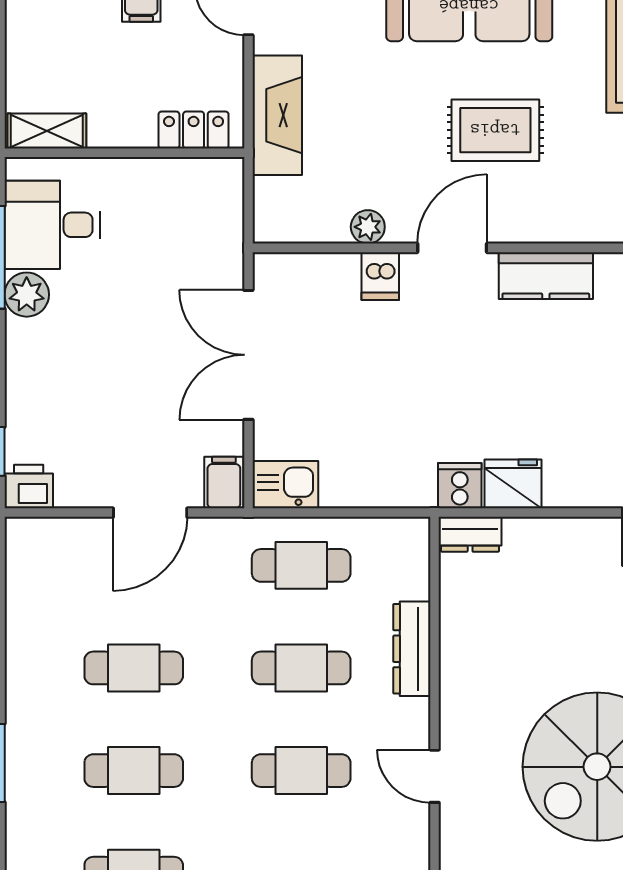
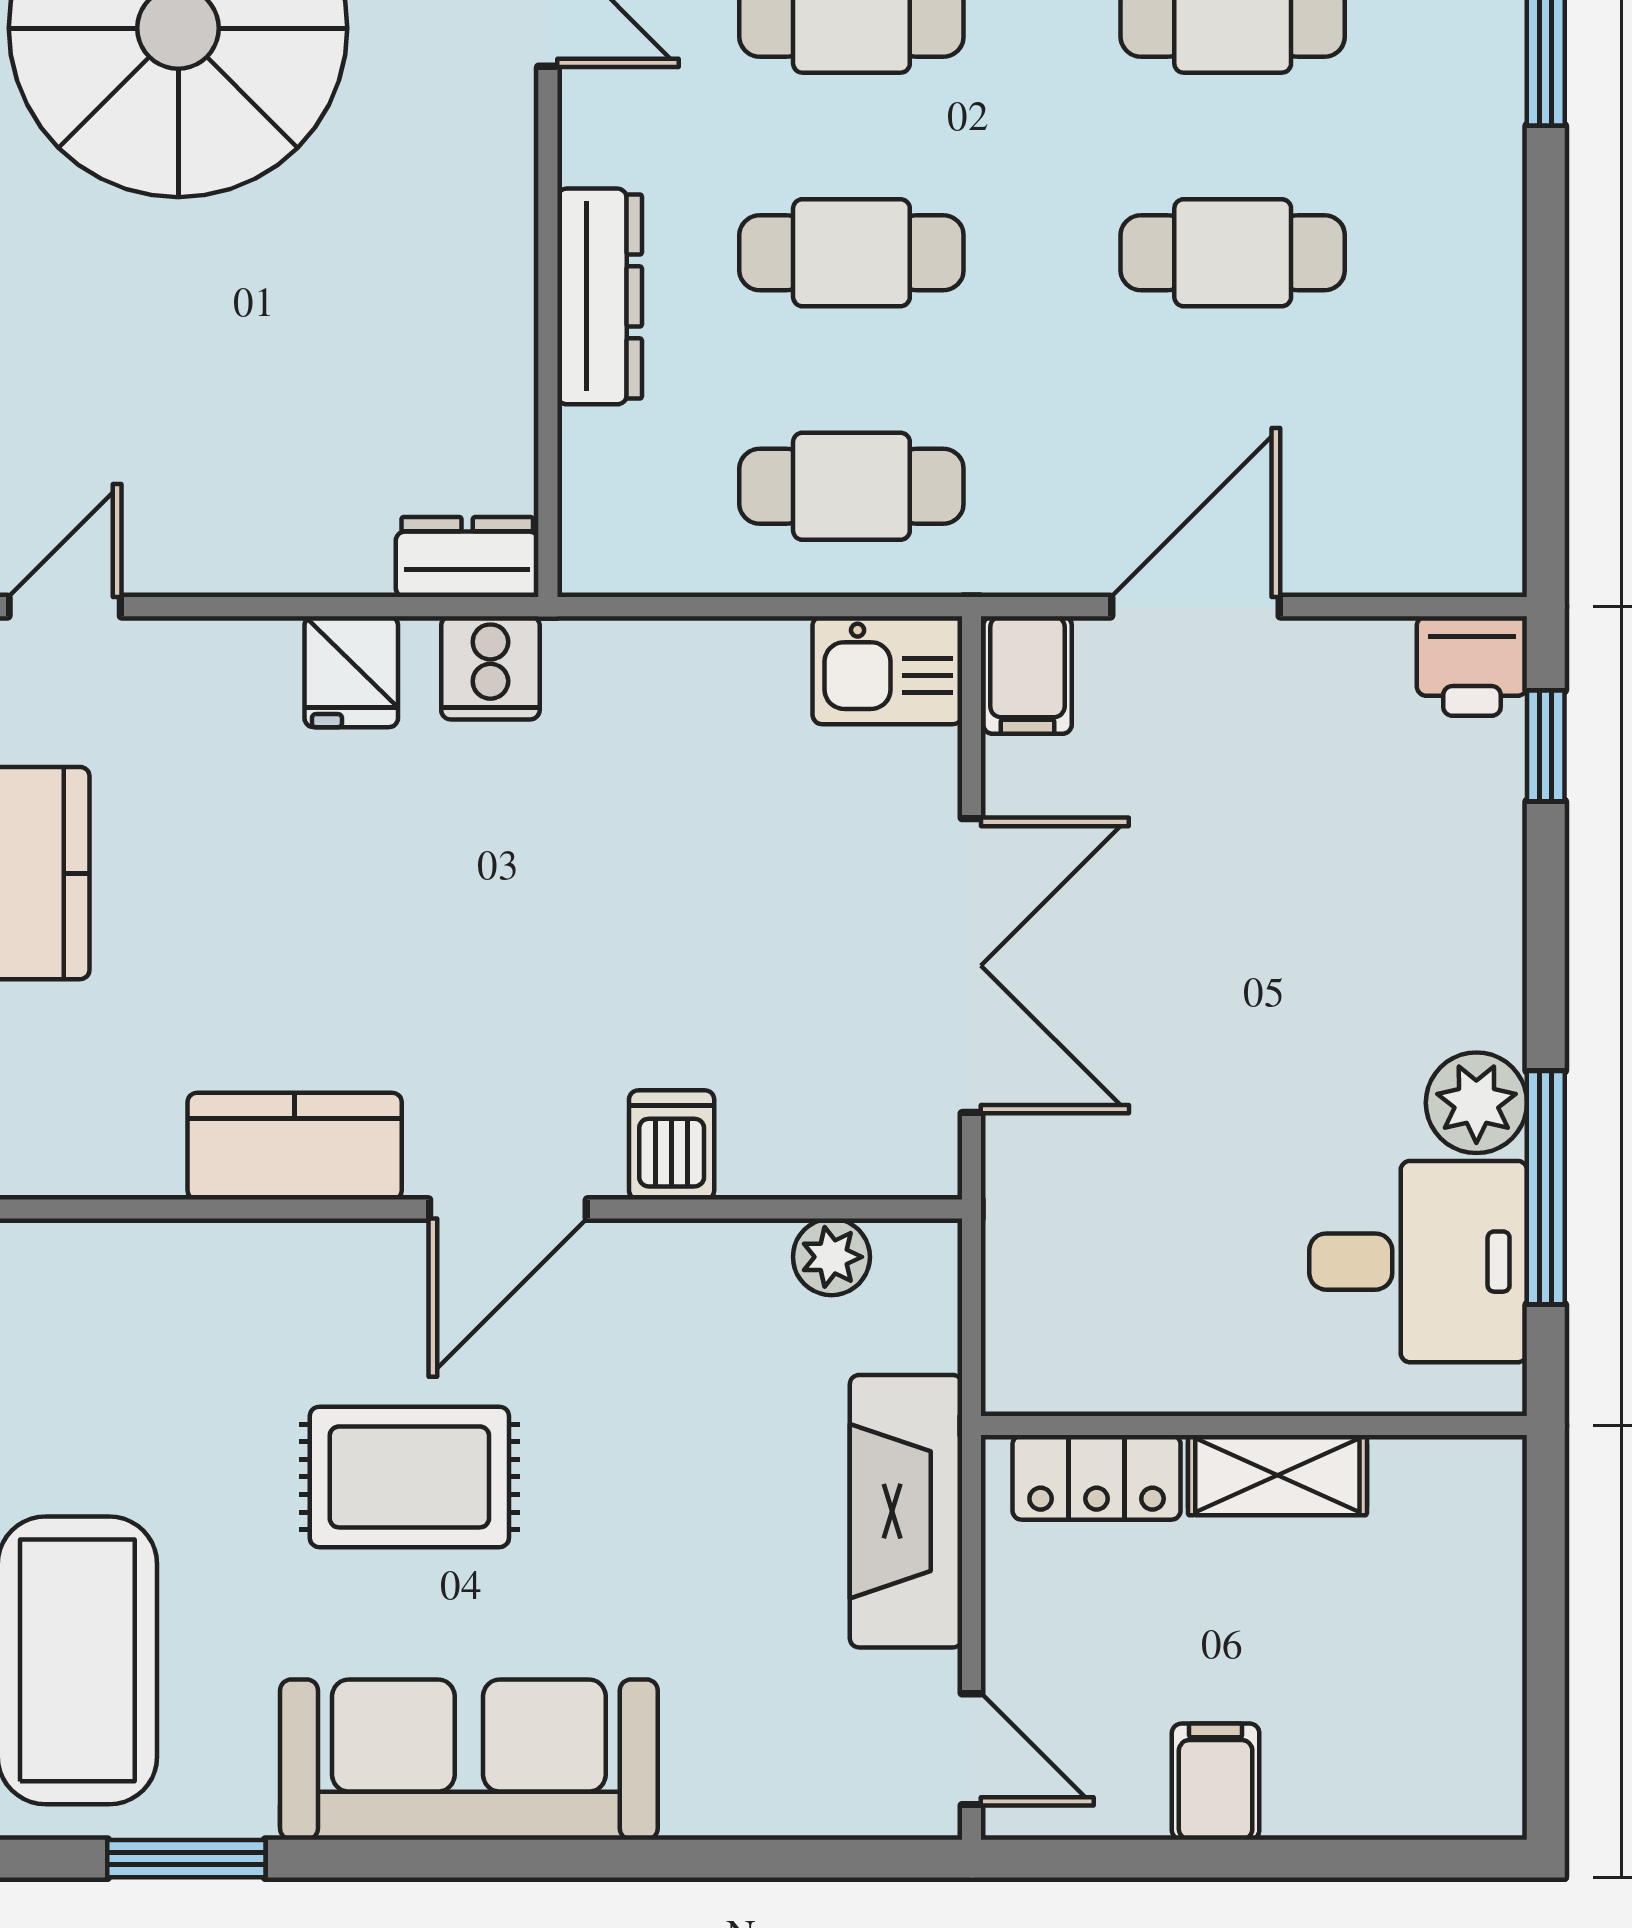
shelving: (47, 131) -> (1277, 1475), moved
plant: (368, 227) -> (831, 1257), moved
fridge: (513, 484) -> (351, 672), width x0.72

